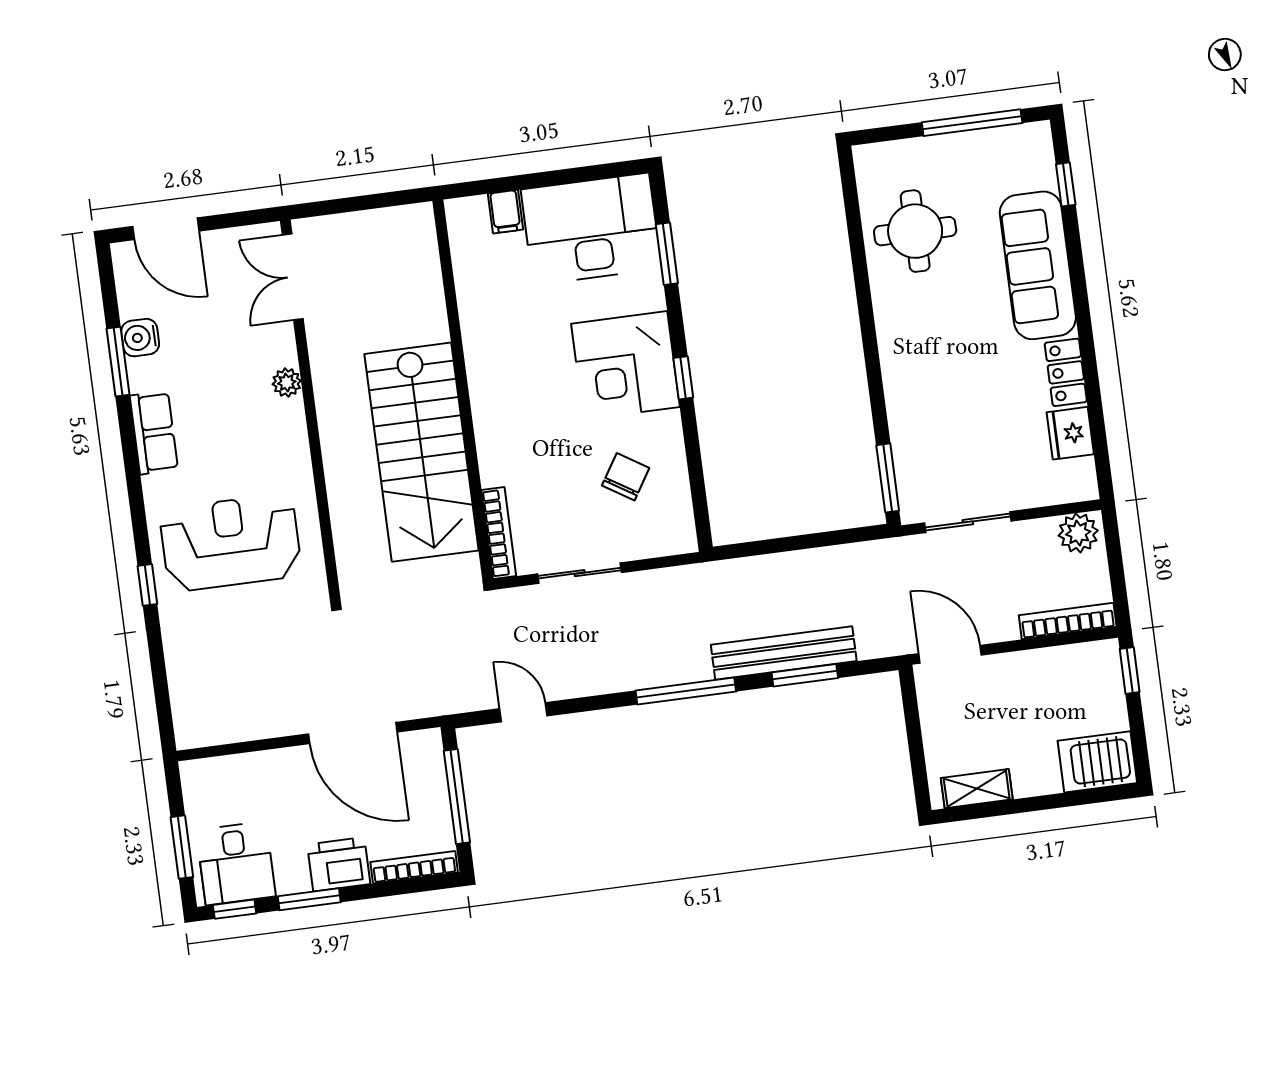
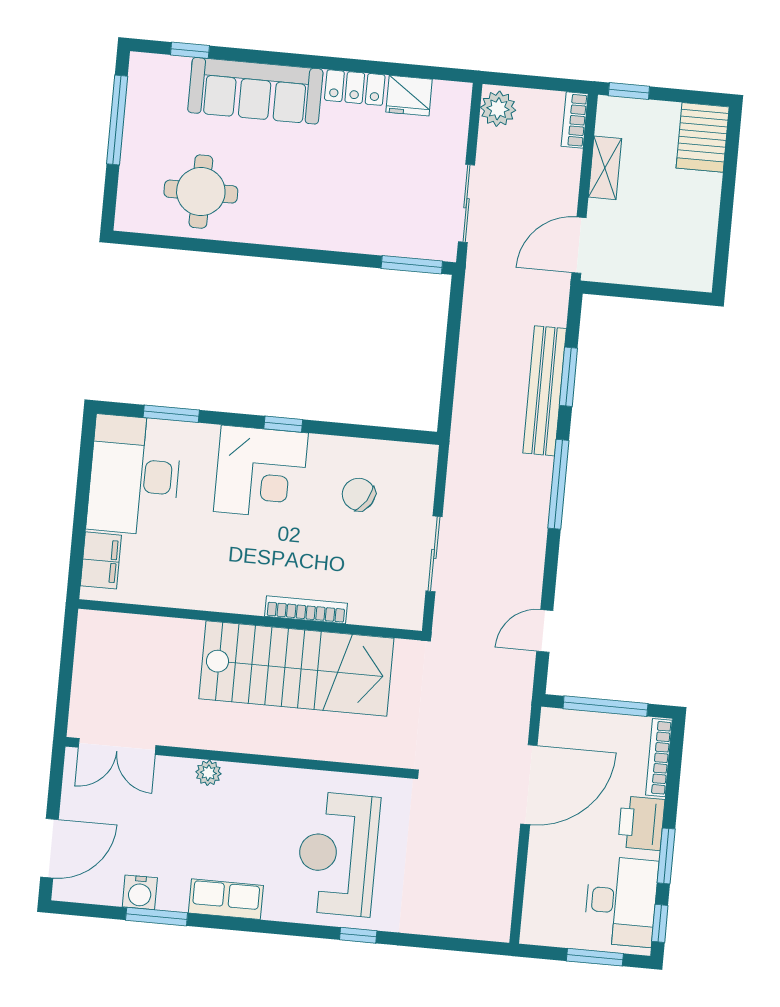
filing cabinet: (505, 212) -> (101, 560), width x2.00
bookcase: (499, 533) -> (306, 610), moved
bookcase: (1068, 621) -> (575, 120), width x0.64
shelving: (977, 789) -> (605, 168), moved
desk: (236, 863) -> (621, 901), width x1.37

